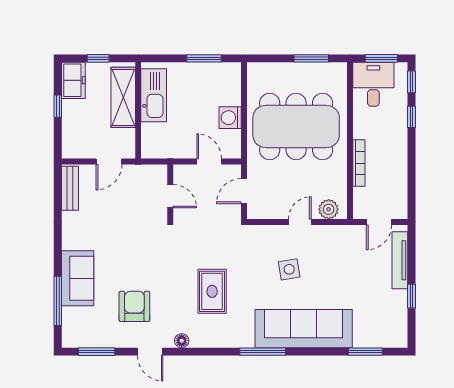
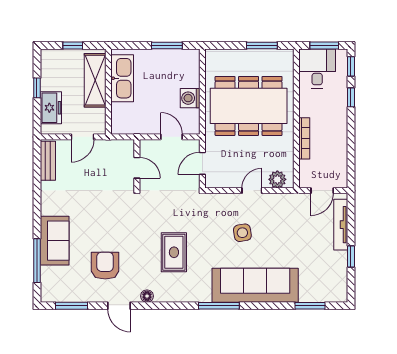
freezer: (73, 80) -> (51, 108), moved

